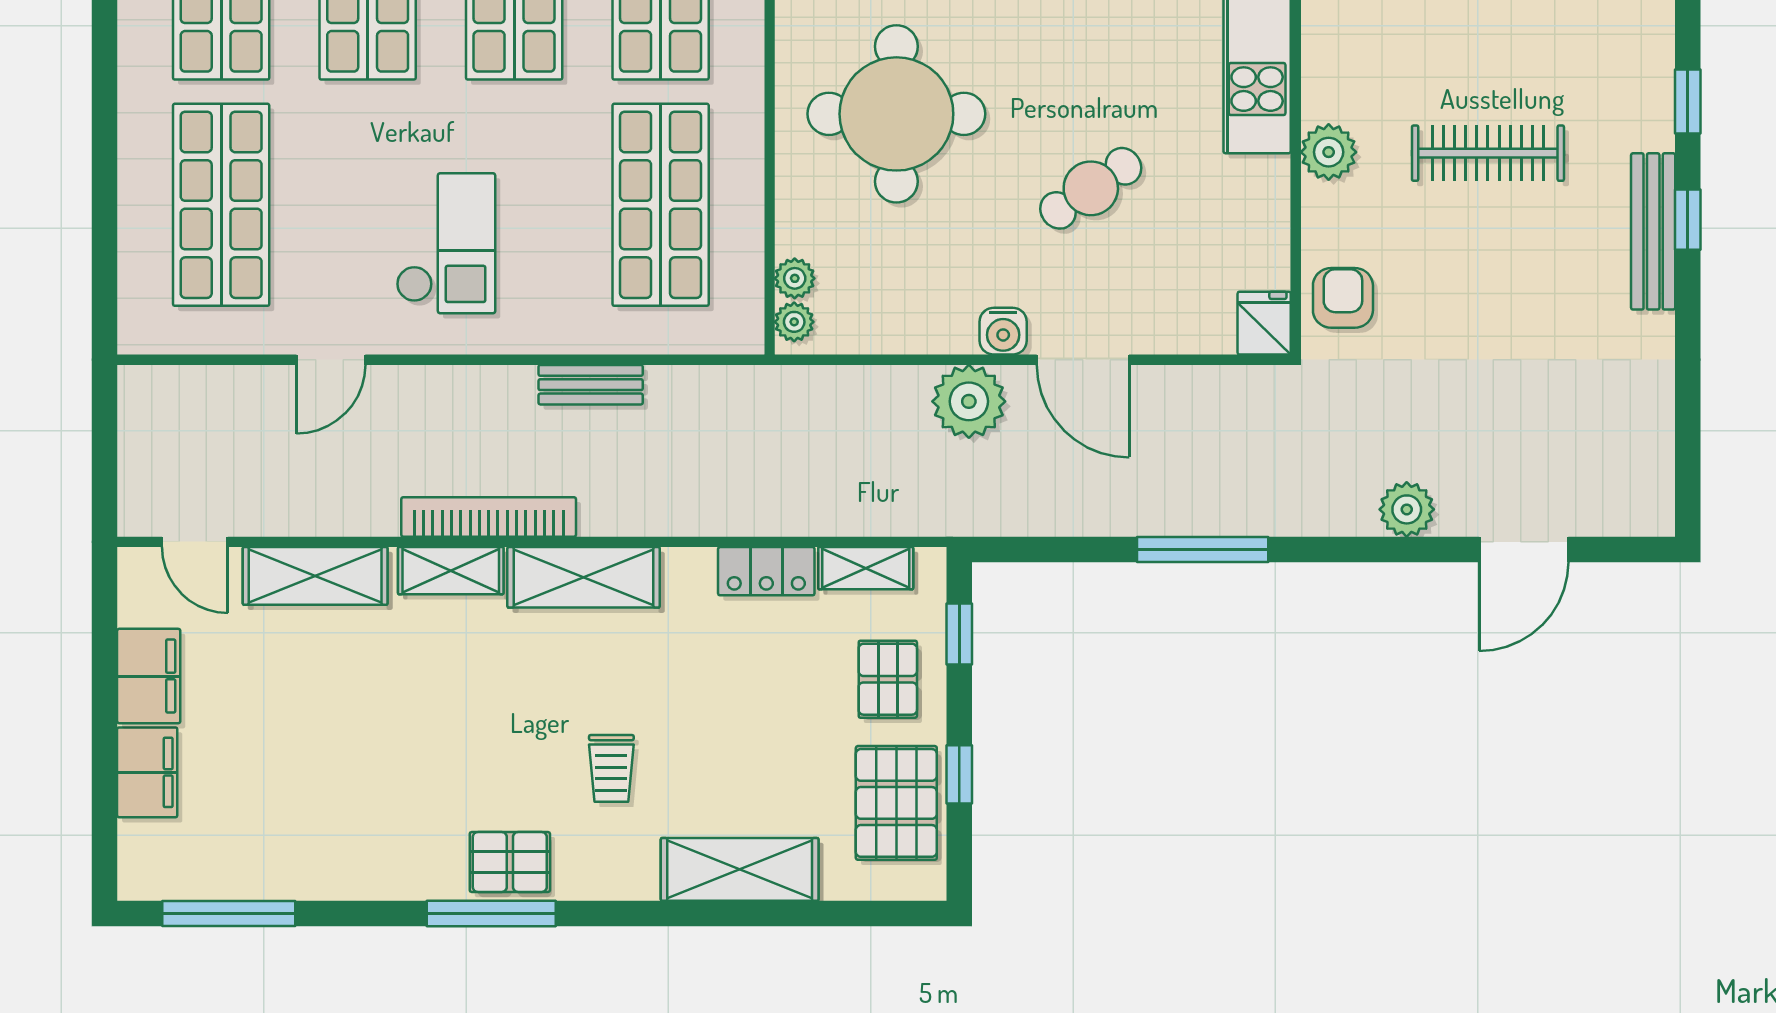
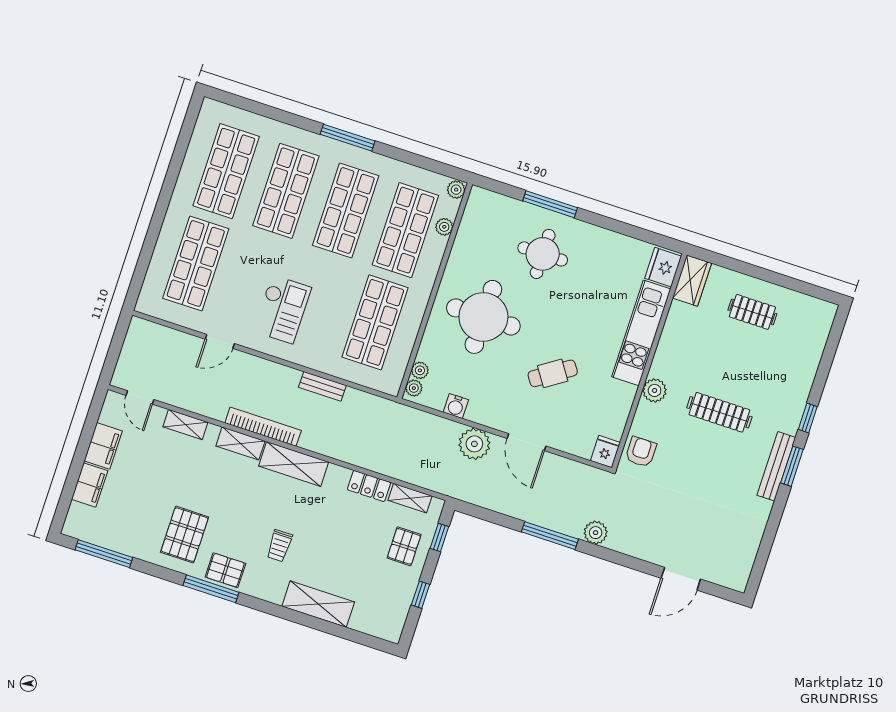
window: (1688, 220) -> (792, 466), width x1.50
water cooler: (1003, 331) -> (456, 406), moved
plant: (1407, 509) -> (596, 533), moved
shelving: (315, 576) -> (185, 424), width x0.67, depth x0.75
pallet: (896, 803) -> (185, 535), moved

